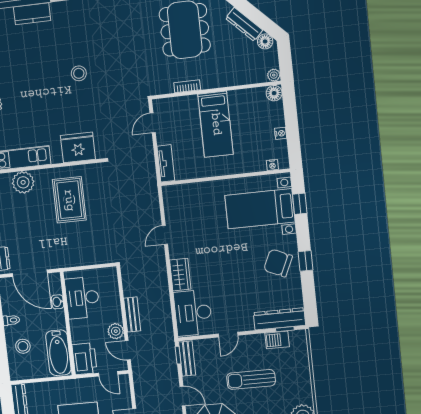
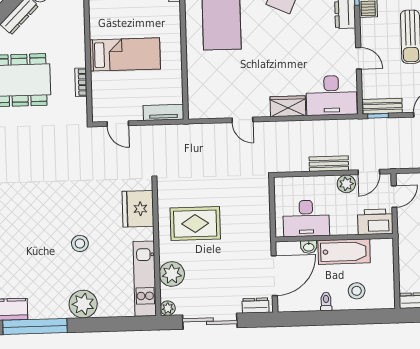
stool: (79, 73) -> (80, 243), moved
bathtub: (58, 353) -> (344, 252), moved

